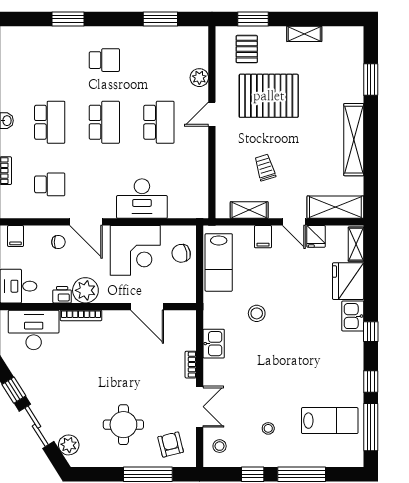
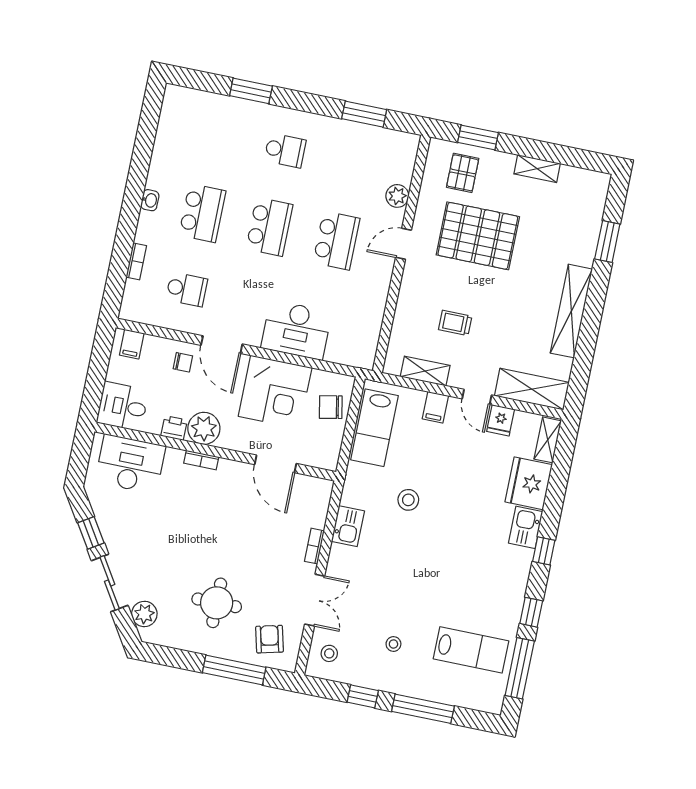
trolley: (265, 167) -> (455, 323), turned -73
bookcase: (81, 315) -> (201, 460), width x0.64

